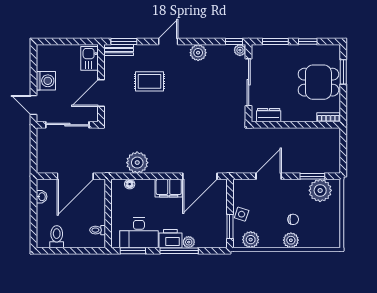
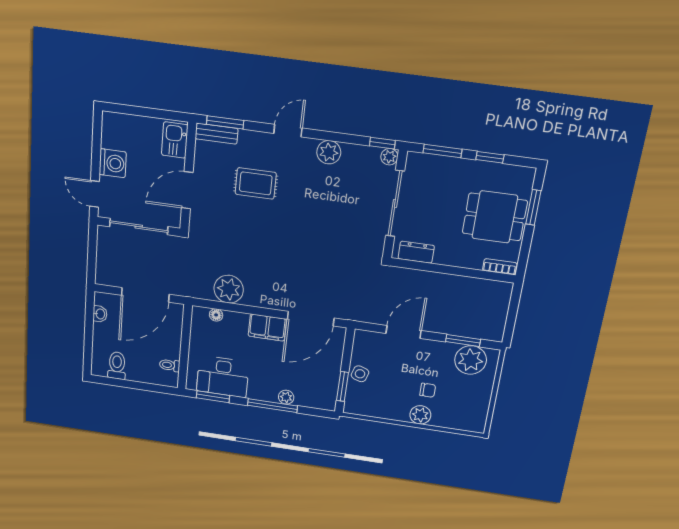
printer: (170, 239) -> (263, 389), removed
plant: (251, 240) -> (367, 406), removed

